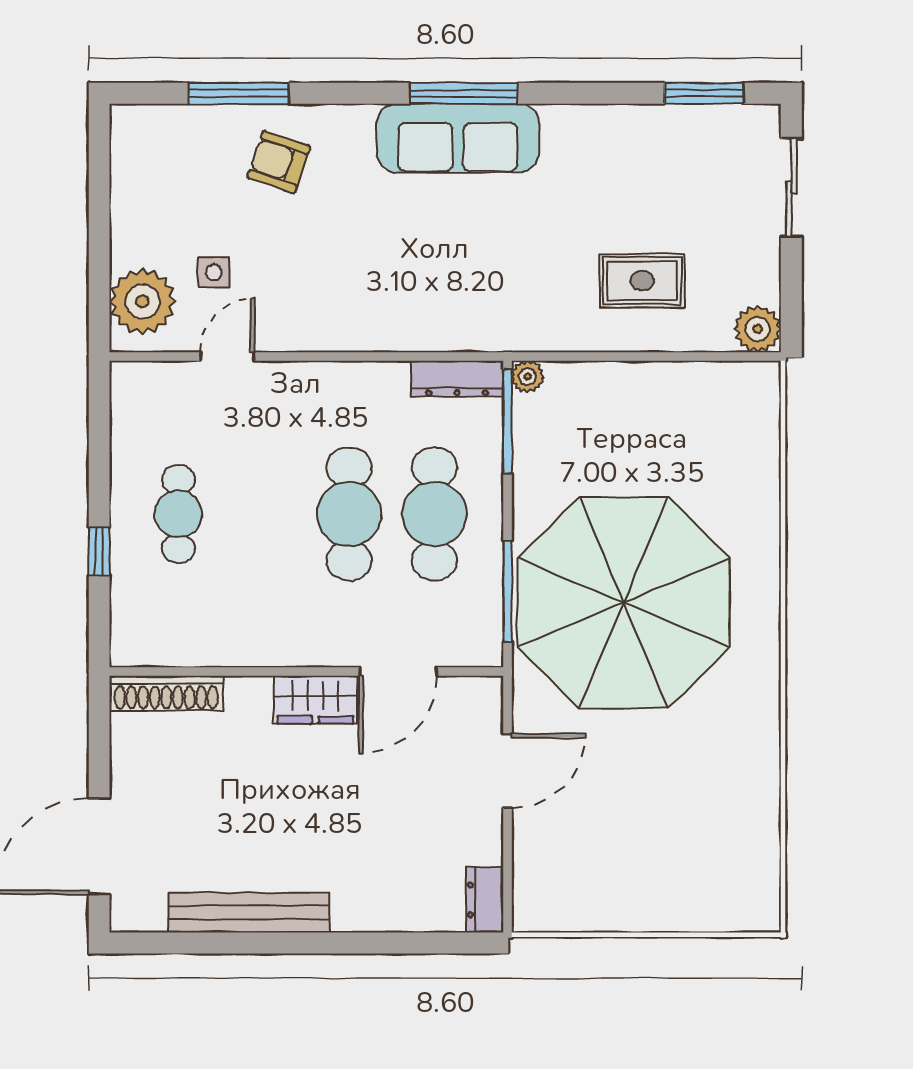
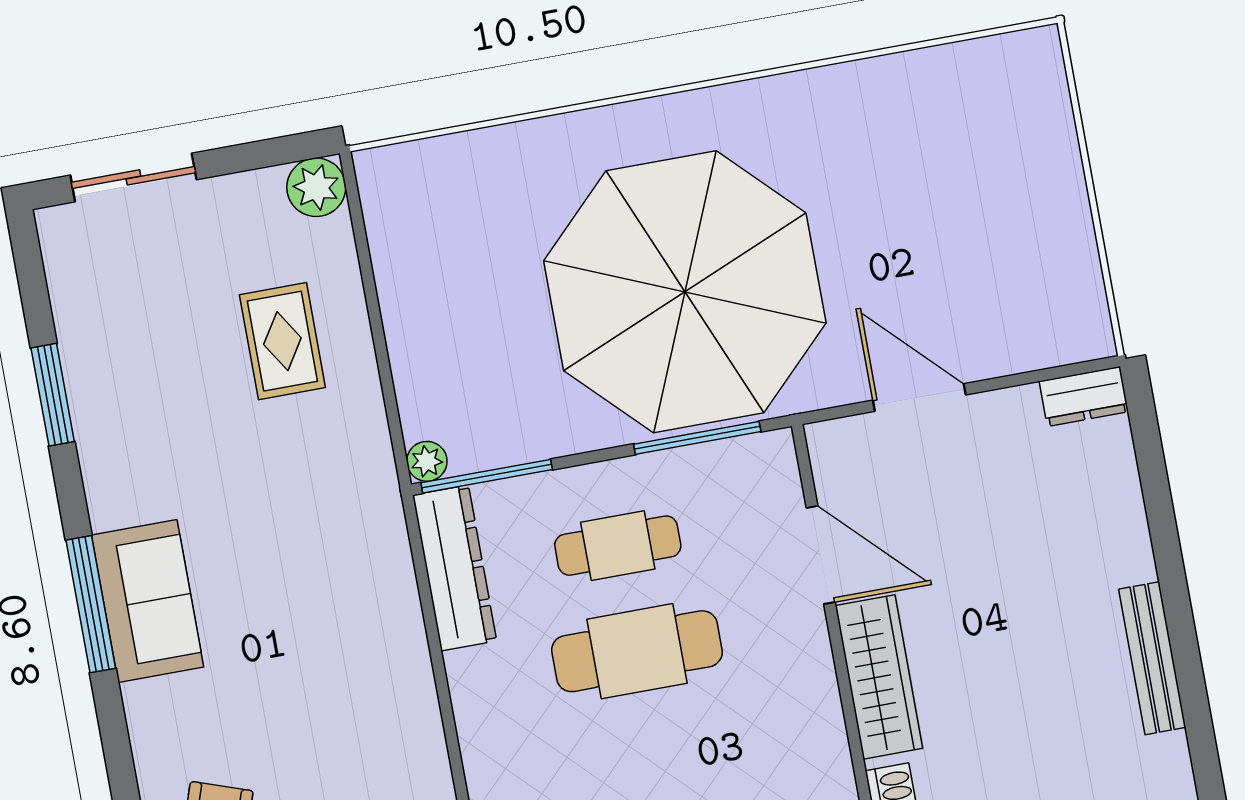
window: (704, 93) -> (53, 395), moved
sofa: (458, 138) -> (148, 601), width x0.73
dresser: (457, 379) -> (455, 568), width x1.37, depth x1.24
cafe table: (434, 514) -> (618, 546), width x0.73, depth x0.74
wardrobe: (315, 700) -> (879, 677), width x1.50
bench: (249, 913) -> (1152, 658), width x0.73, depth x0.82

